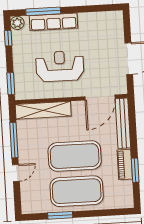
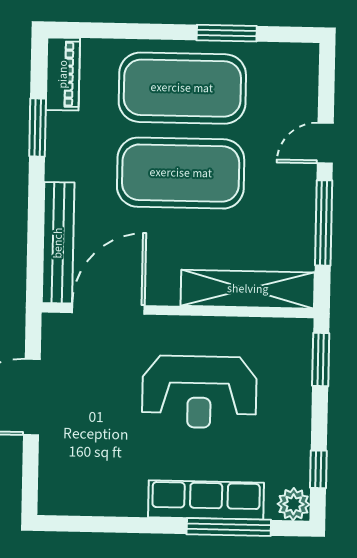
piano: (125, 164) -> (63, 74), moved

